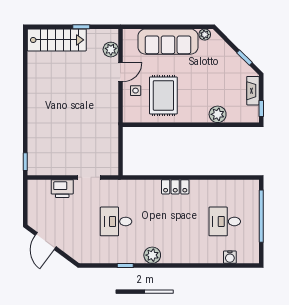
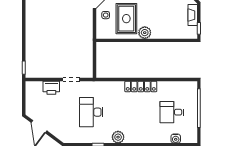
plant: (218, 114) -> (145, 33), moved
locker: (175, 187) -> (141, 86), width x1.53
desk: (116, 221) -> (91, 112), width x1.37

